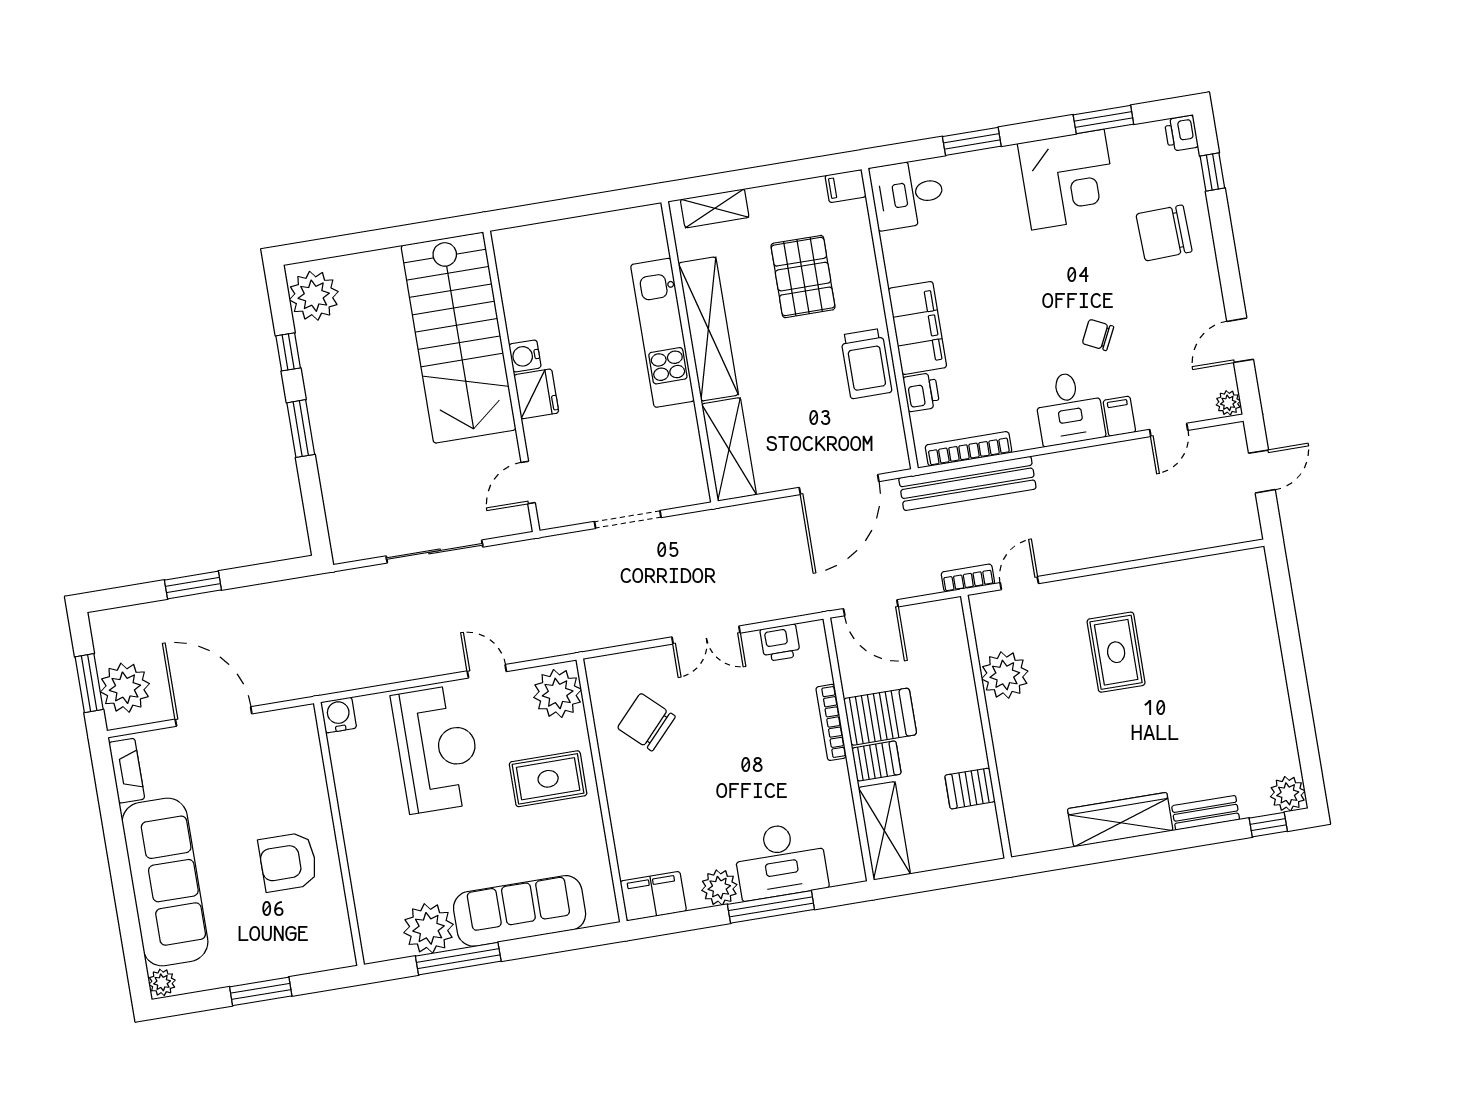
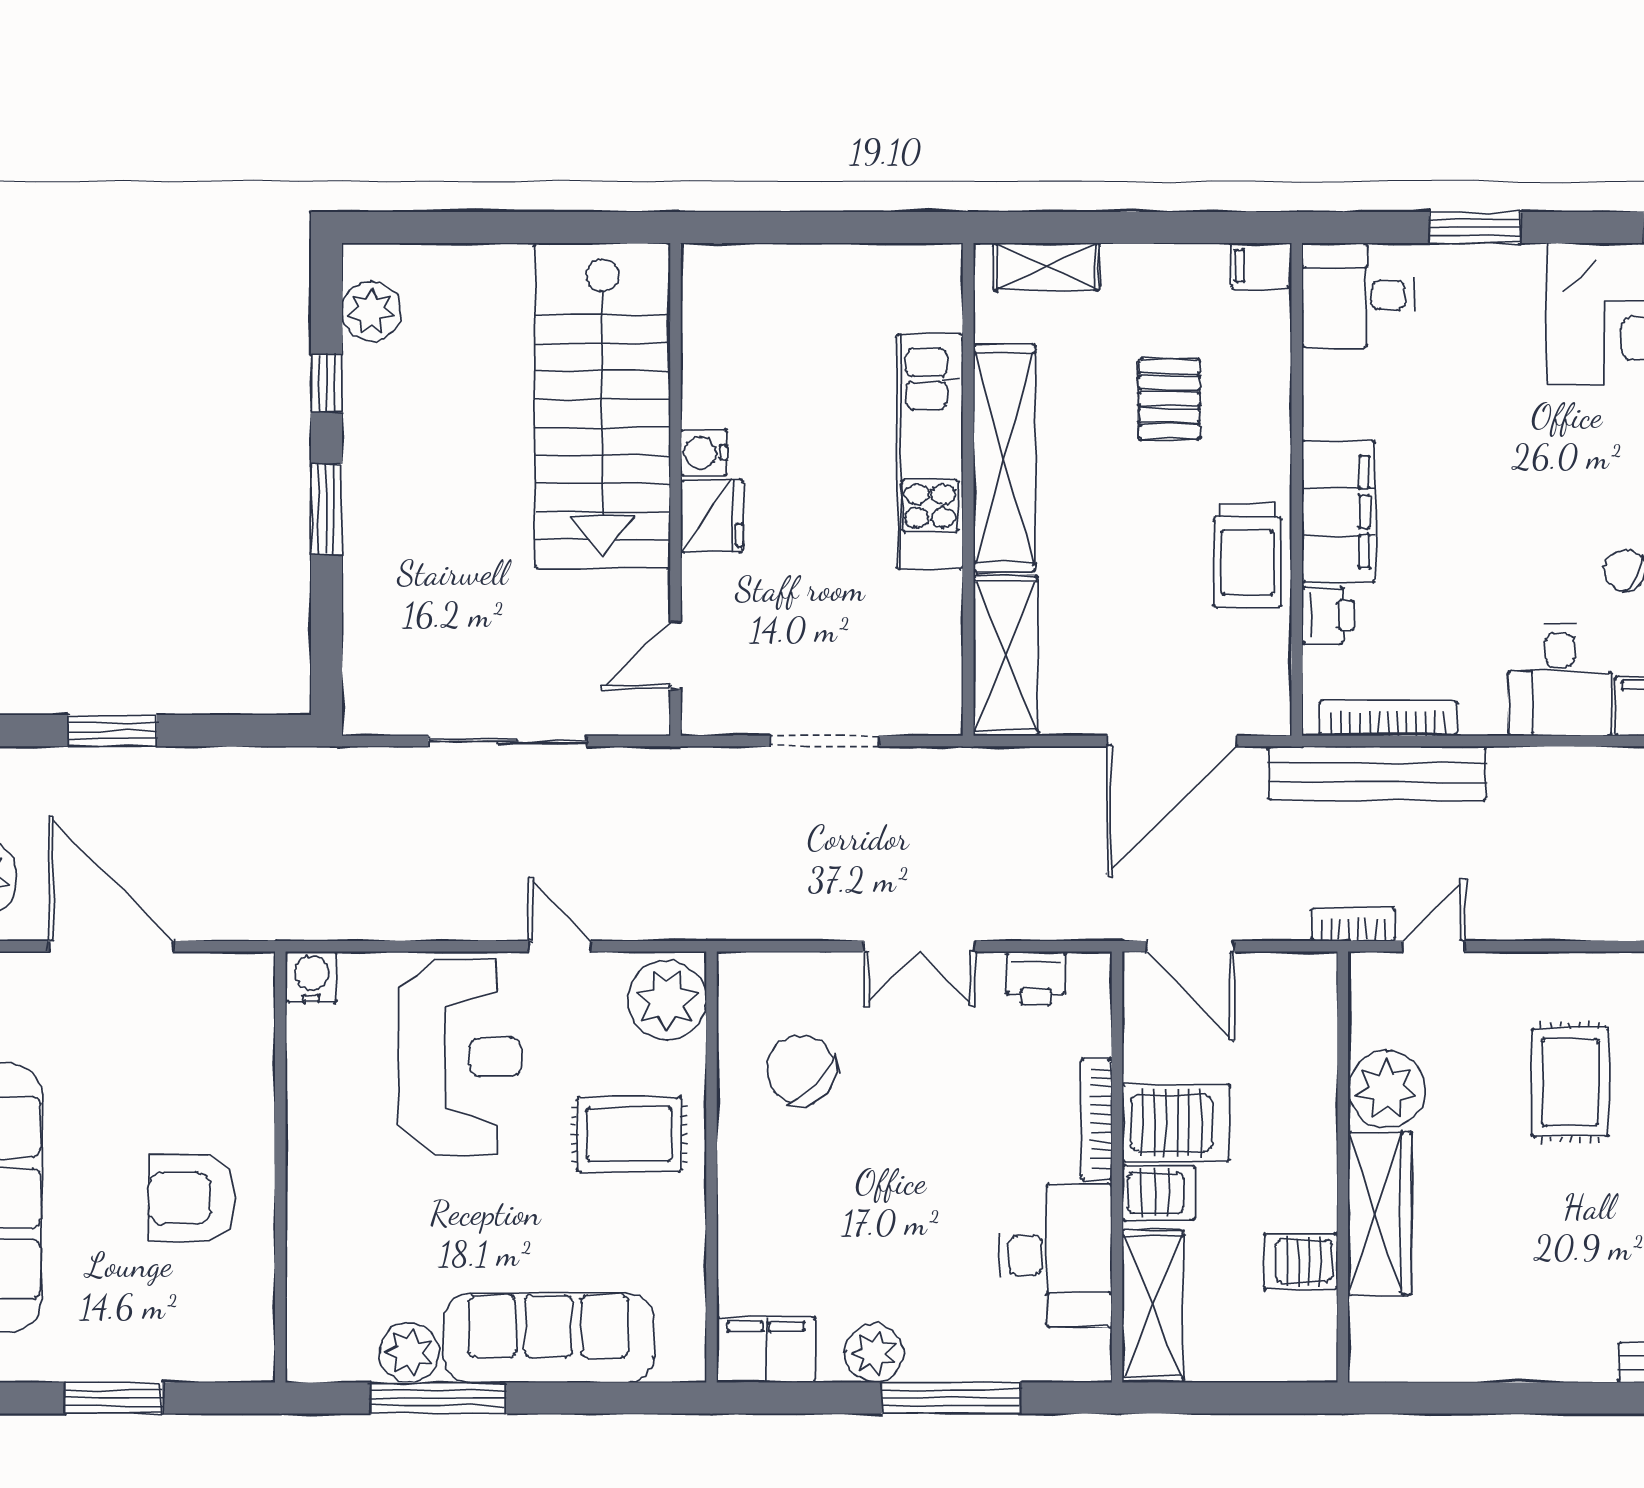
pallet: (803, 277) -> (1169, 399), width x0.67, depth x0.71
plant: (314, 296) -> (372, 311), width x0.73, depth x0.73
wardrobe: (1120, 820) -> (1380, 1213), moved, turned 90
desk: (780, 861) -> (1056, 1255), moved, turned -90
plant: (429, 928) -> (409, 1353), width x0.73, depth x0.73

